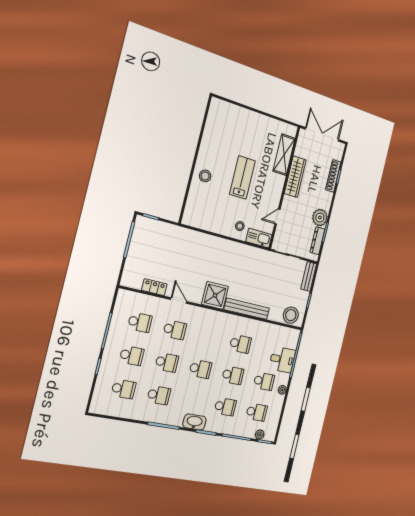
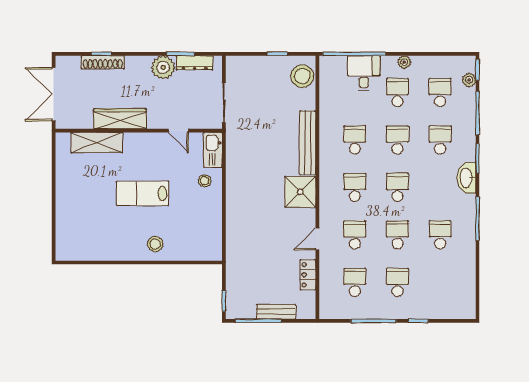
bench: (309, 276) -> (276, 312), moved
school desk: (124, 389) -> (355, 187), moved

